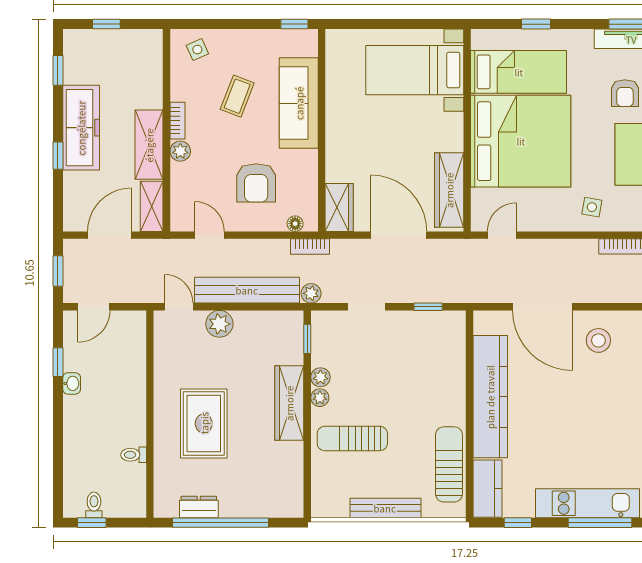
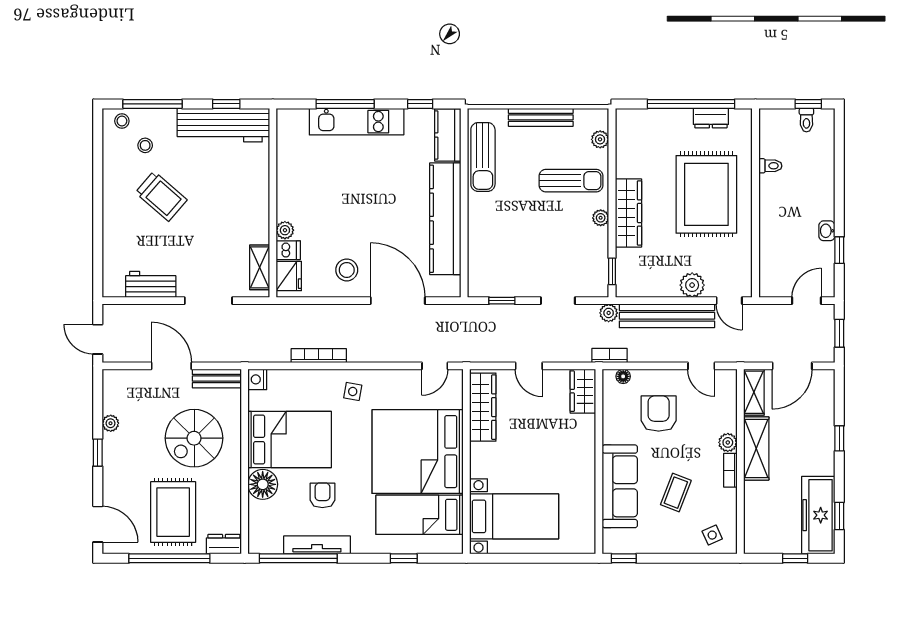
freezer: (81, 128) -> (818, 515), moved
door: (399, 235) -> (529, 366), width x0.53
plant: (320, 377) -> (600, 139), moved
rug: (204, 423) -> (706, 194), width x1.37, depth x1.44

